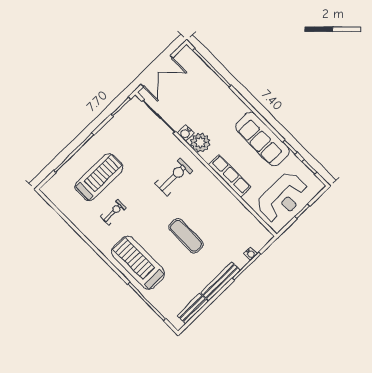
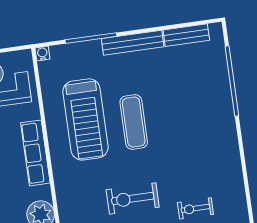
exercise bike: (174, 177) -> (133, 199), moved
water cooler: (250, 254) -> (42, 53), moved
treadmill: (138, 263) -> (85, 119), moved

